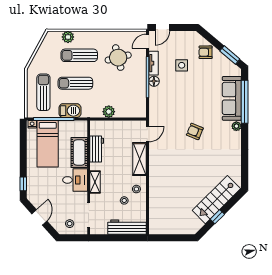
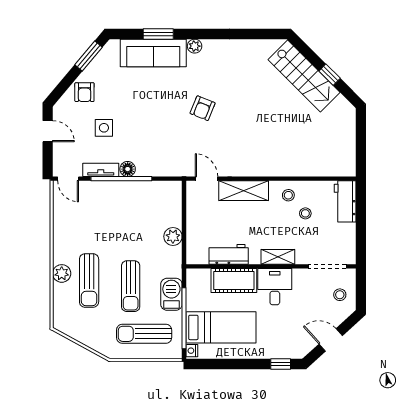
door: (162, 28) -> (48, 131), moved
plant: (68, 37) -> (62, 273), moved
round table: (118, 58) -> (92, 222), removed
window: (245, 102) -> (158, 34), width x0.47
workbench: (127, 227) -> (345, 201), width x0.73

